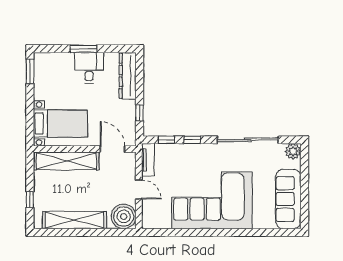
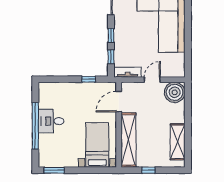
window: (83, 49) -> (35, 126), width x2.11
dresser: (128, 76) -> (58, 89), removed
window: (30, 200) -> (148, 170), moved
shelving: (74, 220) -> (178, 142), width x0.68

